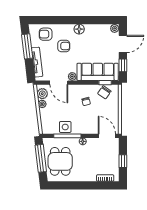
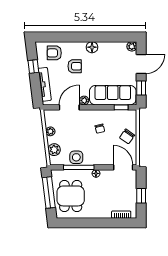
window: (27, 46) -> (33, 67), width x0.46
door: (59, 83) -> (69, 107), swing flipped
chair: (104, 92) -> (127, 136), moved
plant: (42, 94) -> (54, 150), moved

